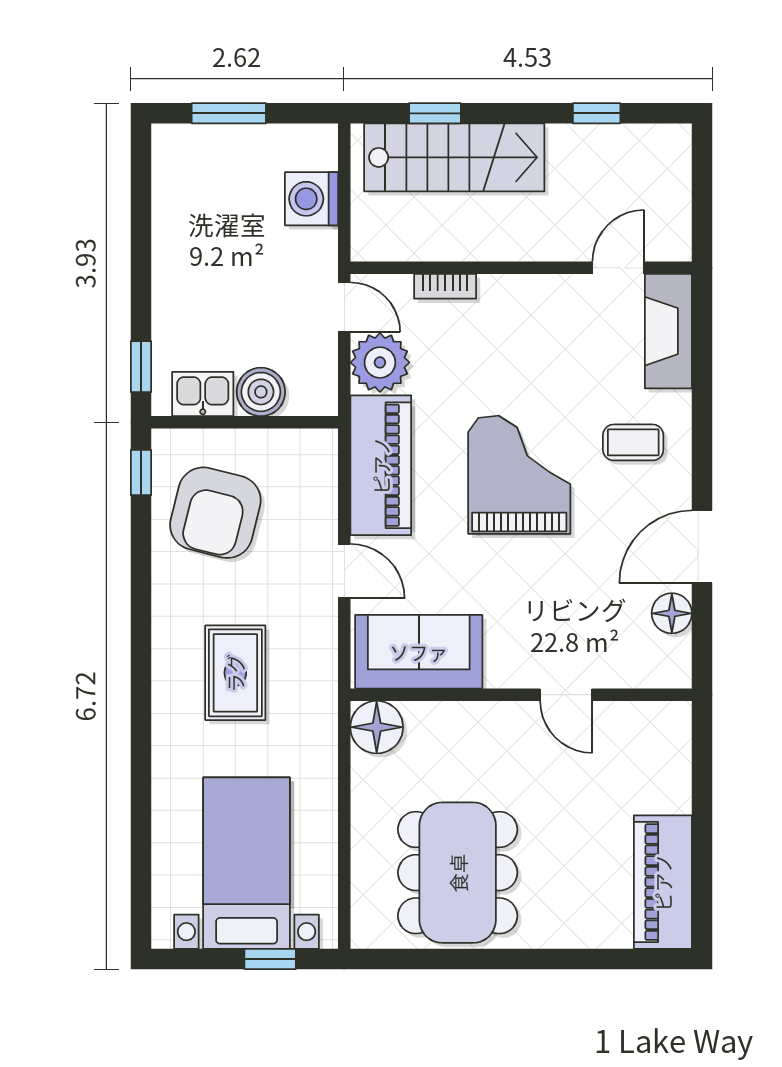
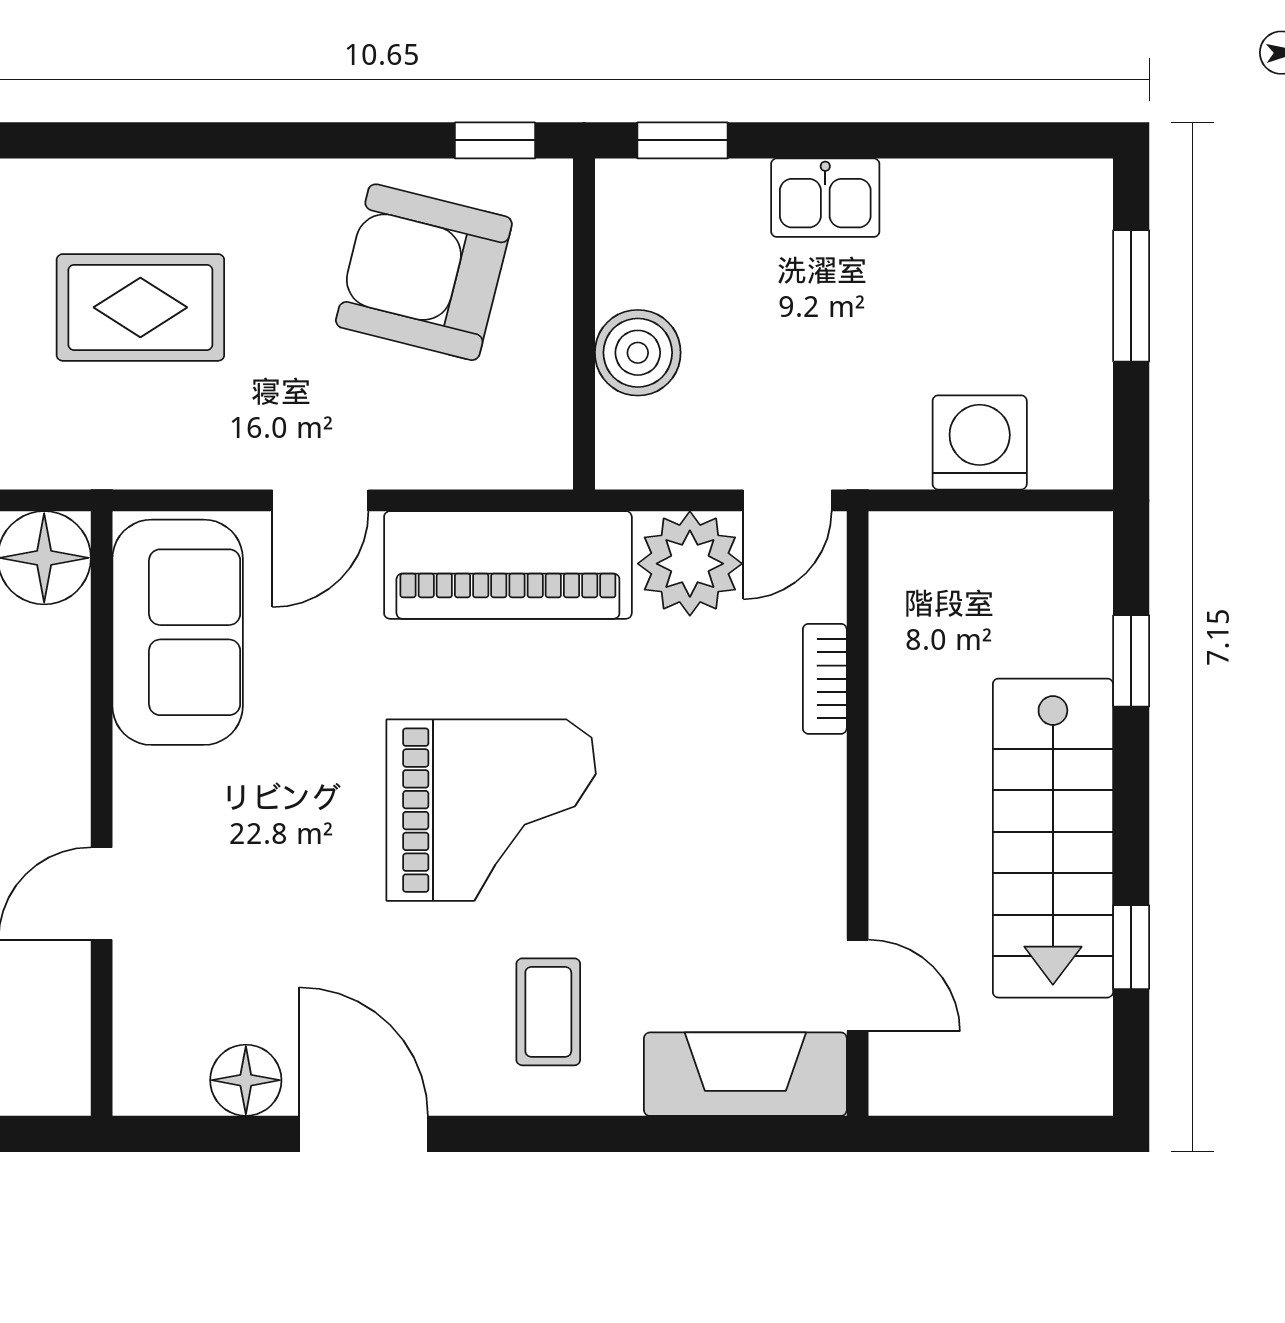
stairs: (454, 157) -> (1053, 838), moved
kitchen sink: (203, 394) -> (825, 198), moved, turned 90

